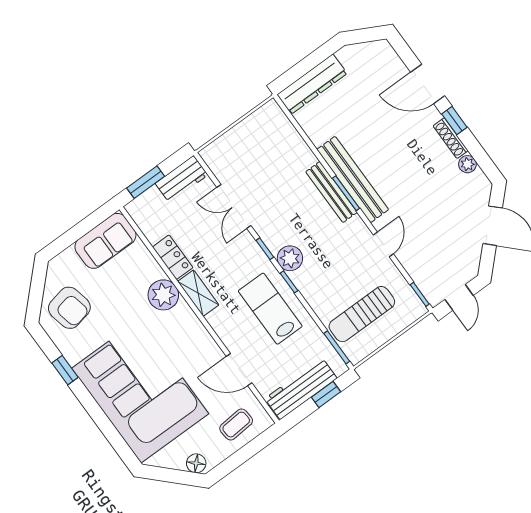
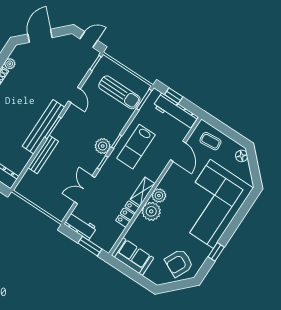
bench: (331, 192) -> (43, 155), moved
double door: (234, 206) -> (85, 190), swing flipped
door: (383, 244) -> (74, 95), swing flipped
armchair: (69, 308) -> (179, 263), turned -142
plant: (183, 316) -> (159, 195), added

